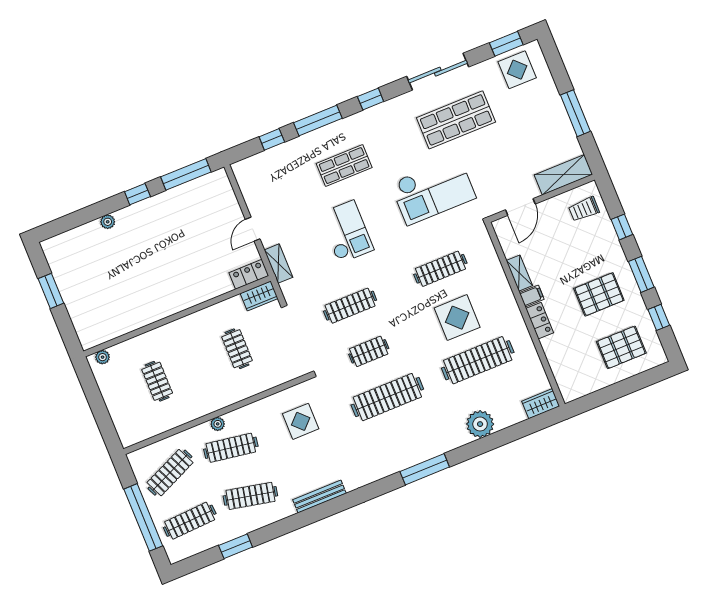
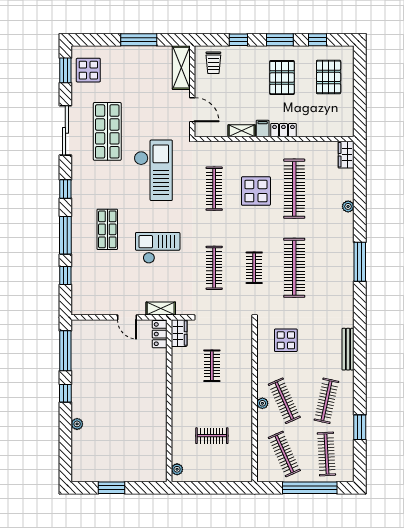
clothes rail: (237, 349) -> (212, 366), turned 90
plant: (480, 424) -> (348, 206), width x0.53, depth x0.53
clothes rail: (231, 448) -> (284, 401), turned -33

